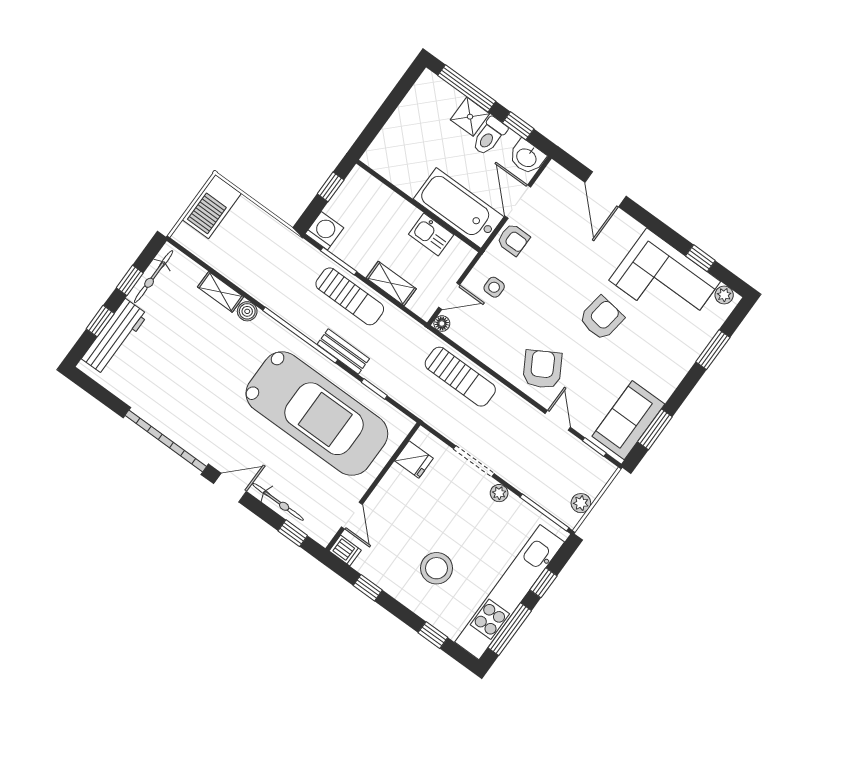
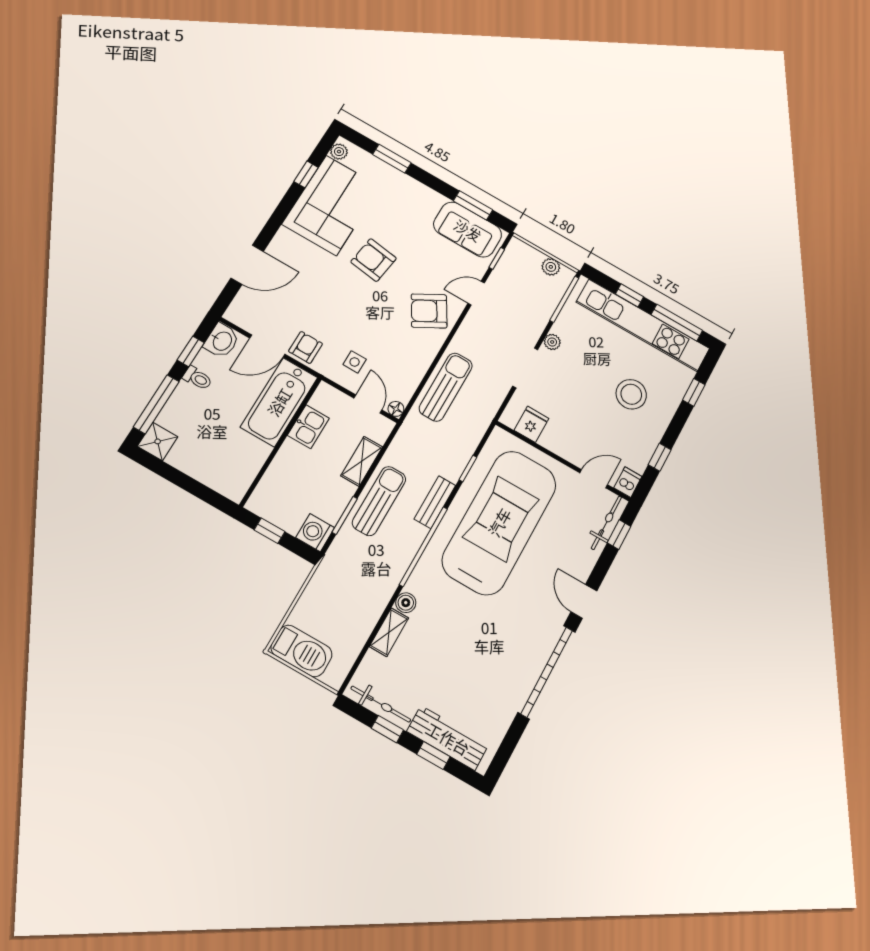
shower: (470, 117) -> (158, 441), moved
toilet: (489, 136) -> (198, 378), width x0.73, depth x0.72
bicycle: (278, 502) -> (606, 523), moved

